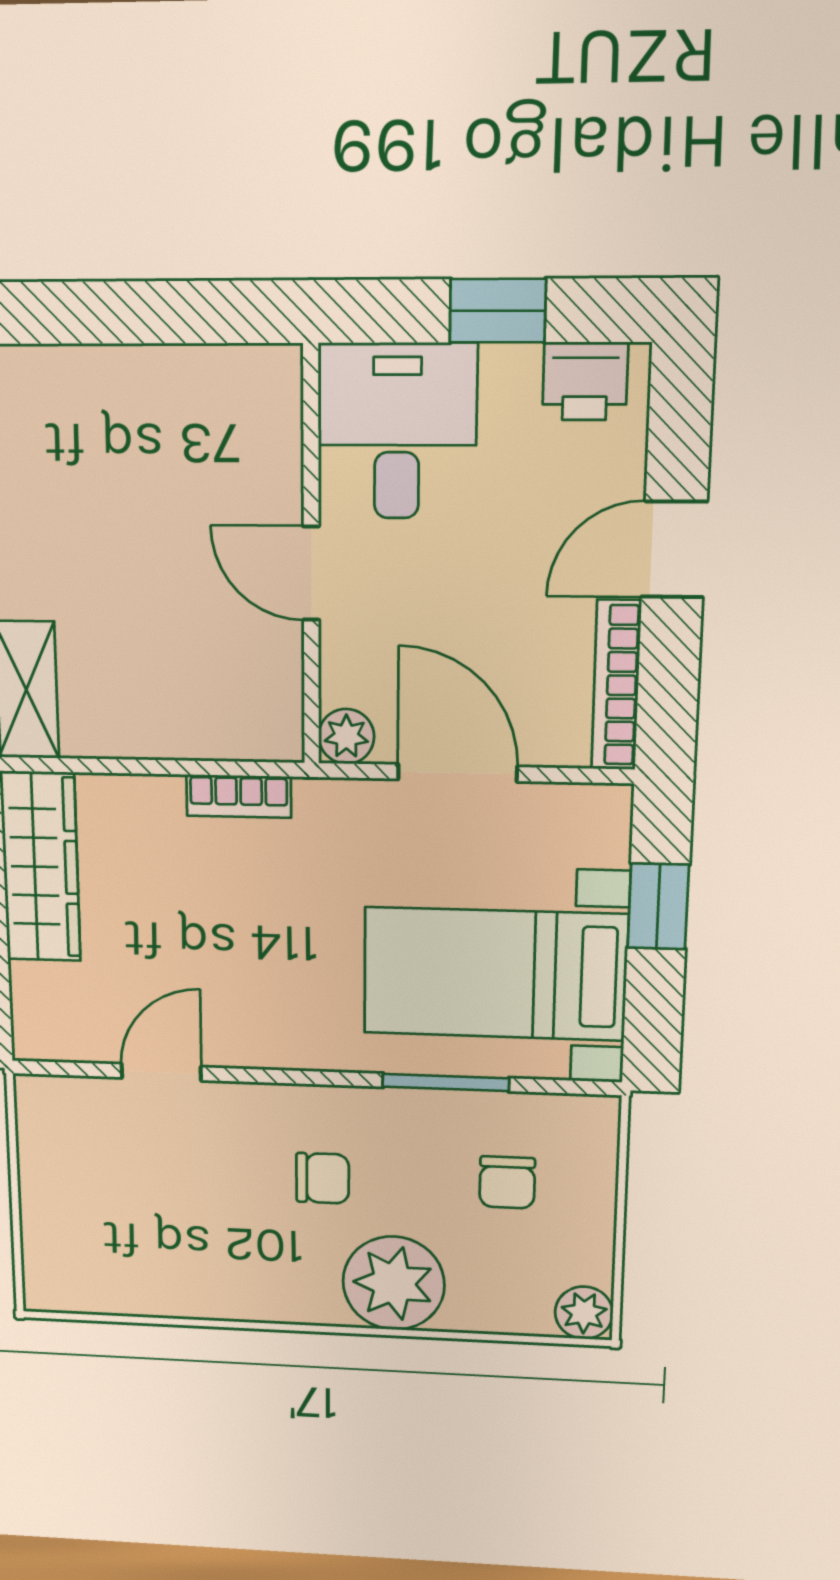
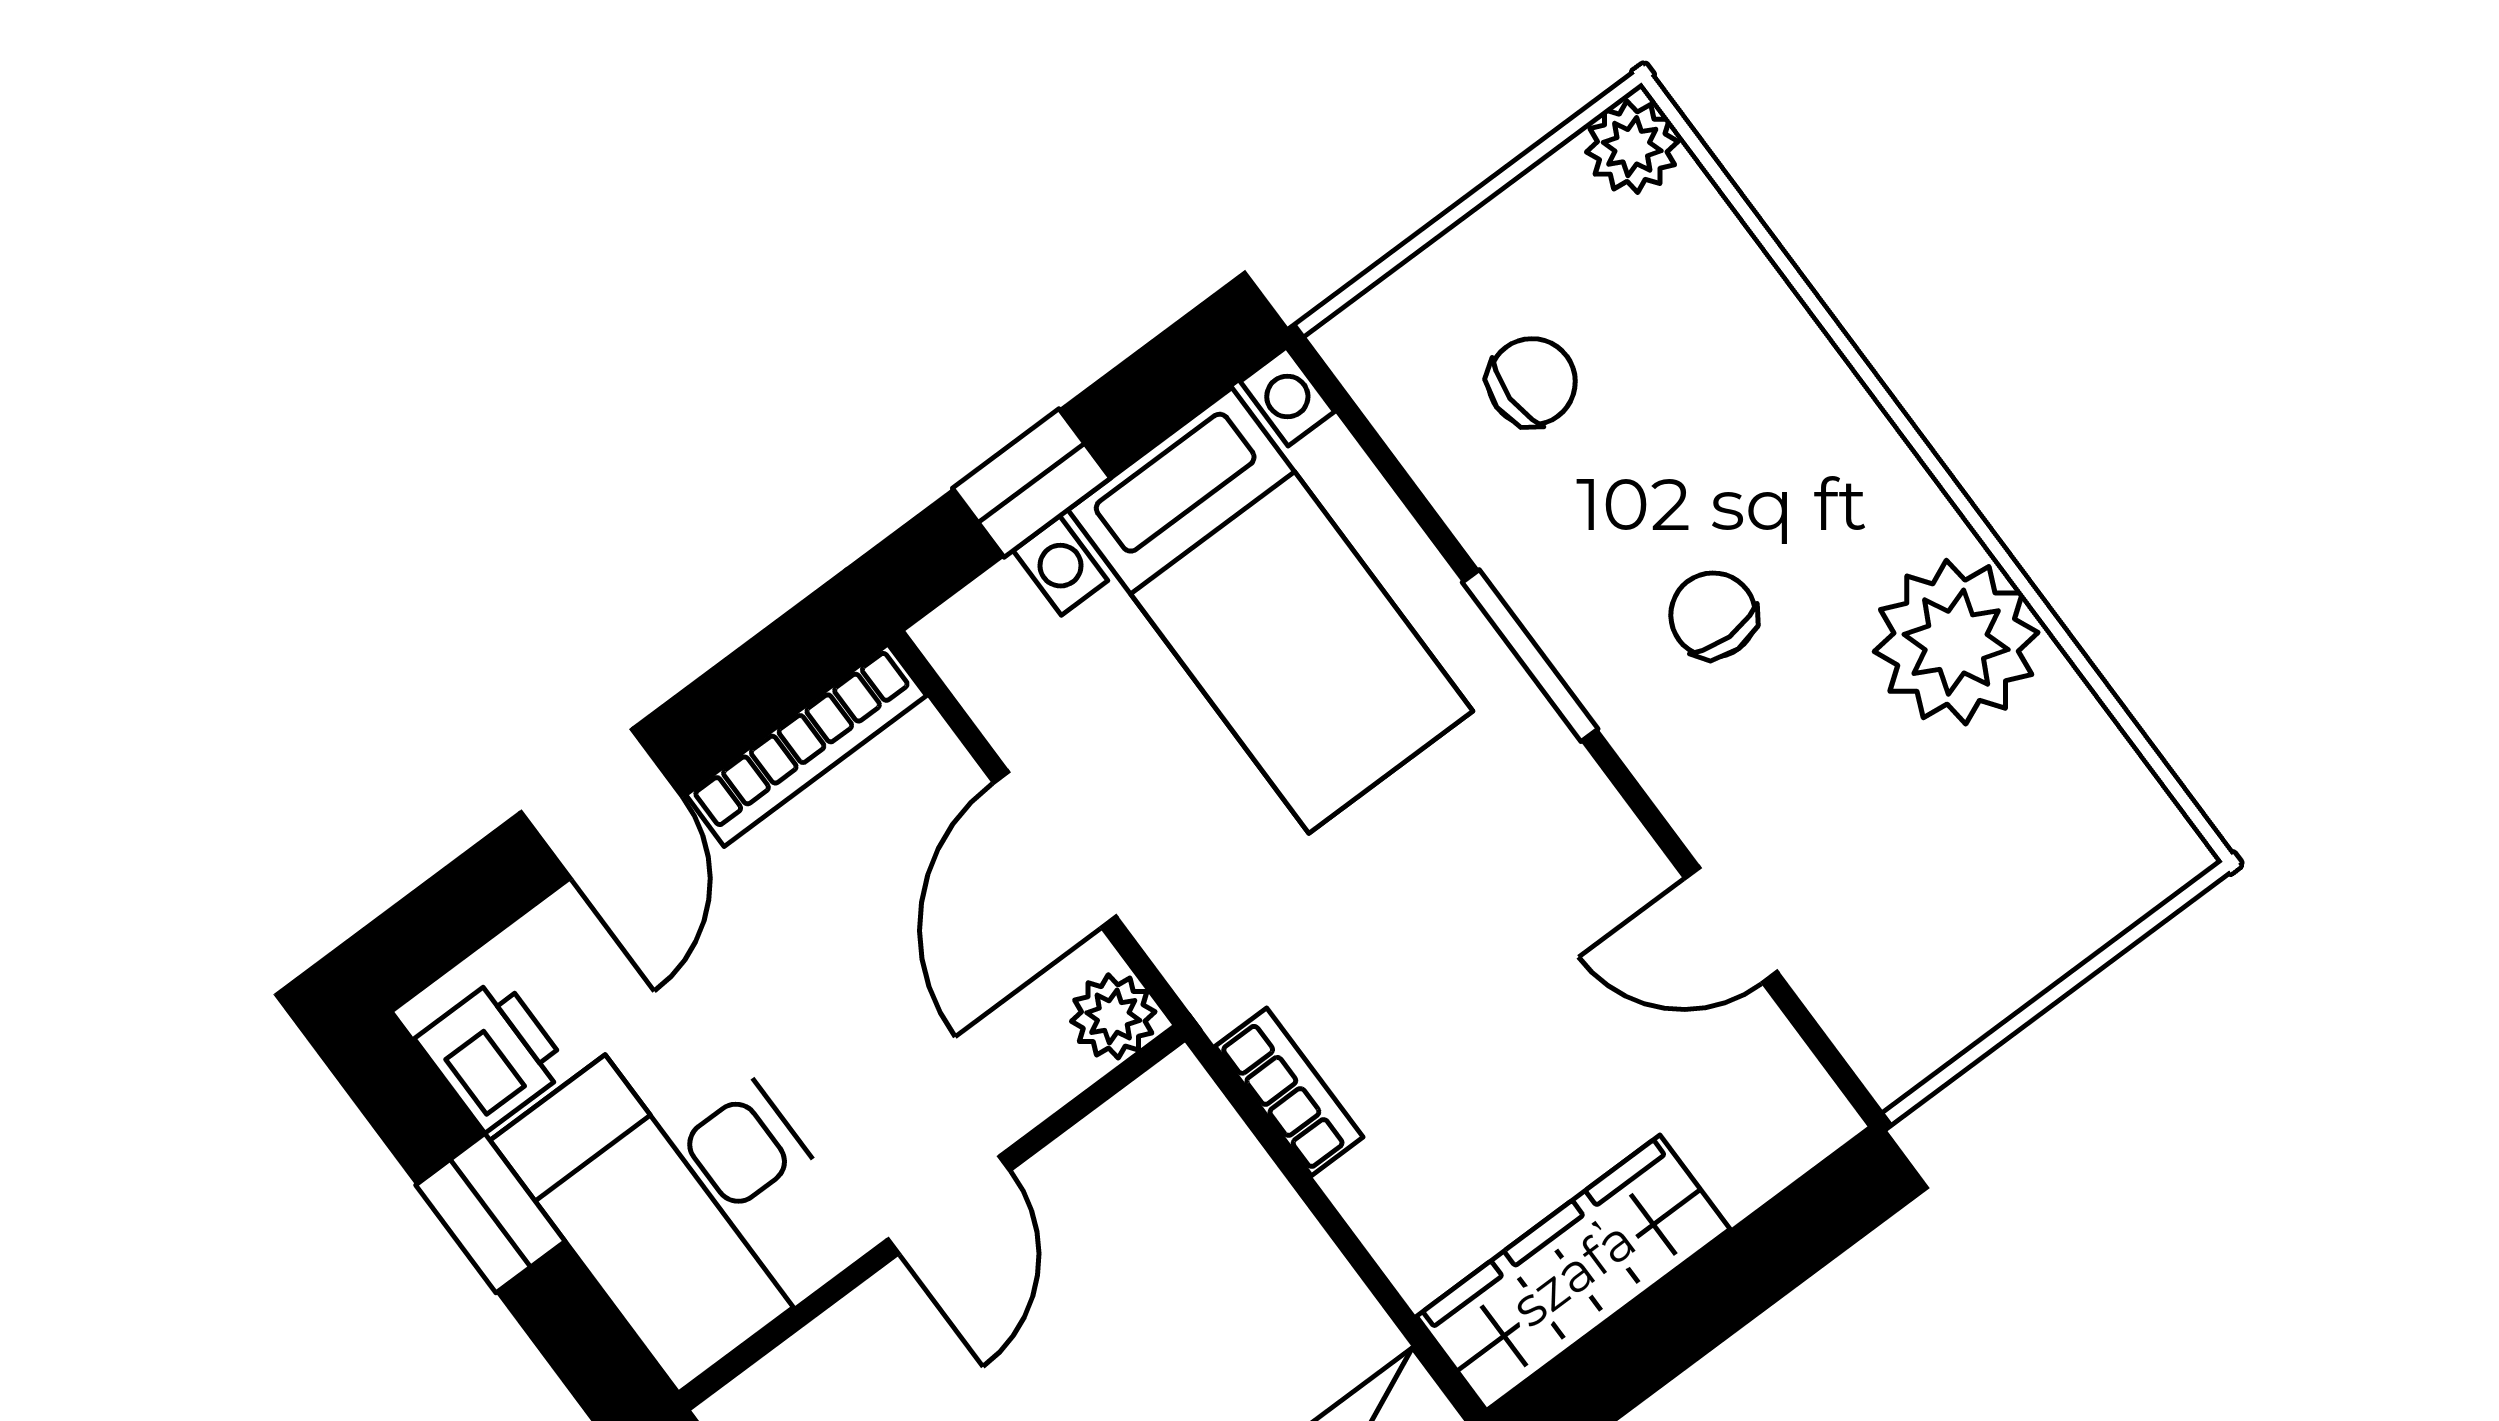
desk: (397, 431) -> (683, 1193), width x1.37
door: (674, 549) -> (601, 804), hinge flipped
window: (446, 1082) -> (1530, 656), moved
plant: (394, 1283) -> (1956, 642), moved

